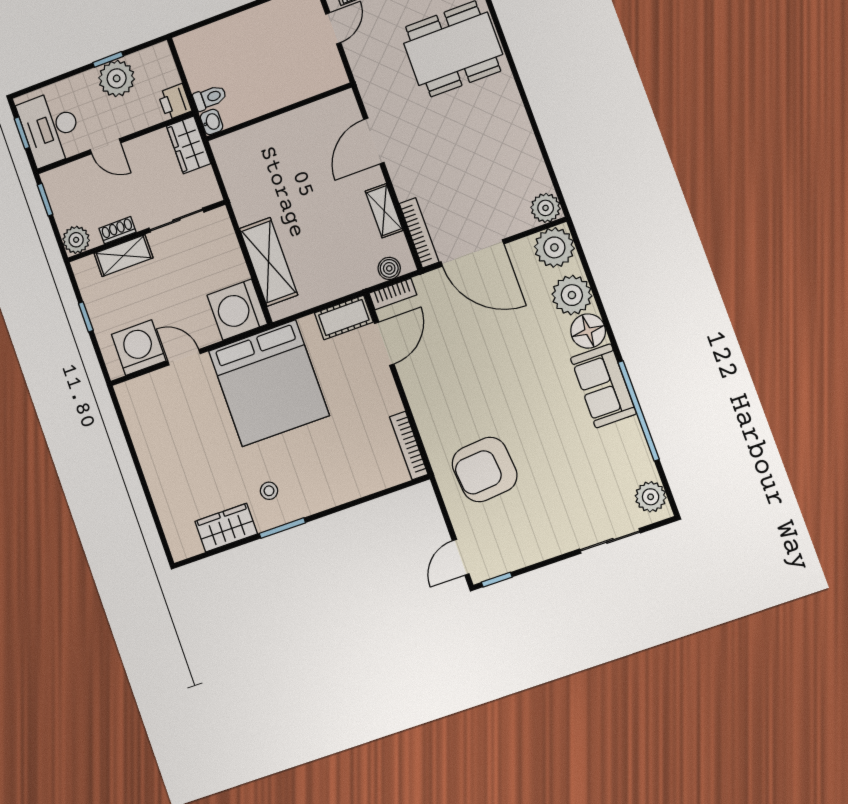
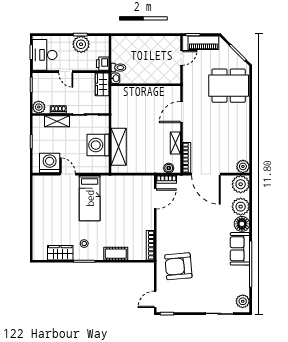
washing machine: (237, 310) -> (98, 145), moved
cot: (344, 317) -> (116, 254), moved
bed: (269, 383) -> (90, 198), width x0.49

